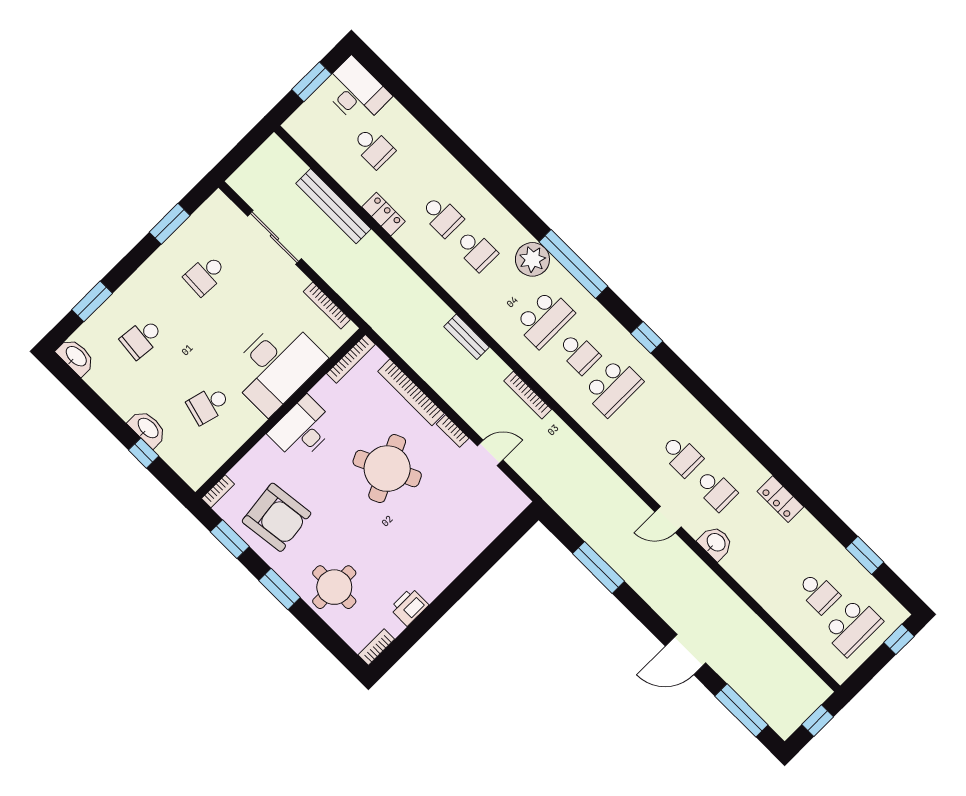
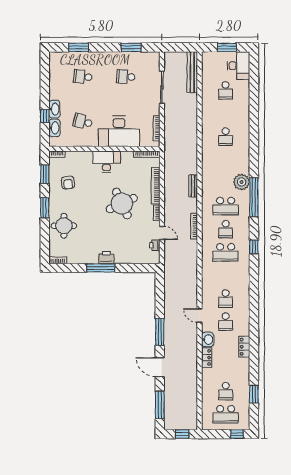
bench: (333, 206) -> (192, 72), moved
locker: (384, 214) -> (207, 357), moved
school desk: (476, 250) -> (226, 160), removed
washbasin: (76, 357) -> (54, 128), moved
printer: (498, 482) -> (155, 245), added
armchair: (277, 517) -> (68, 183), width x0.53, depth x0.53
window: (598, 567) -> (160, 332), moved
window: (451, 595) -> (101, 268), added
printer: (409, 607) -> (106, 258), moved

